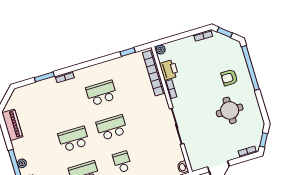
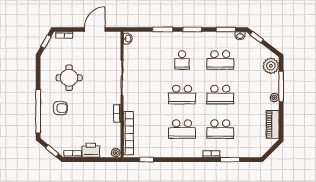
printer: (169, 70) -> (91, 150), moved, turned 90
school desk: (63, 105) -> (220, 129), added
plant: (22, 163) -> (274, 98), moved

